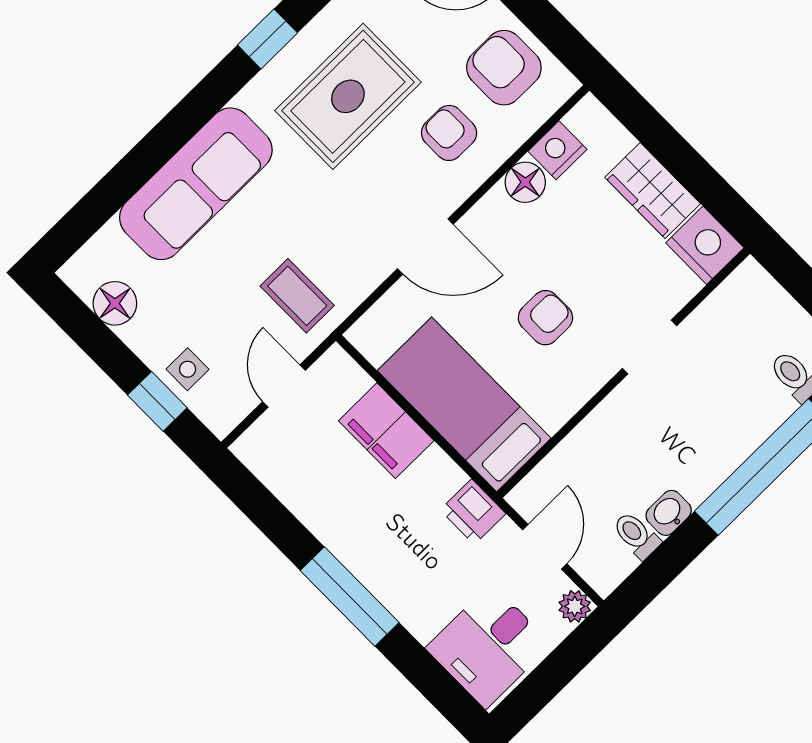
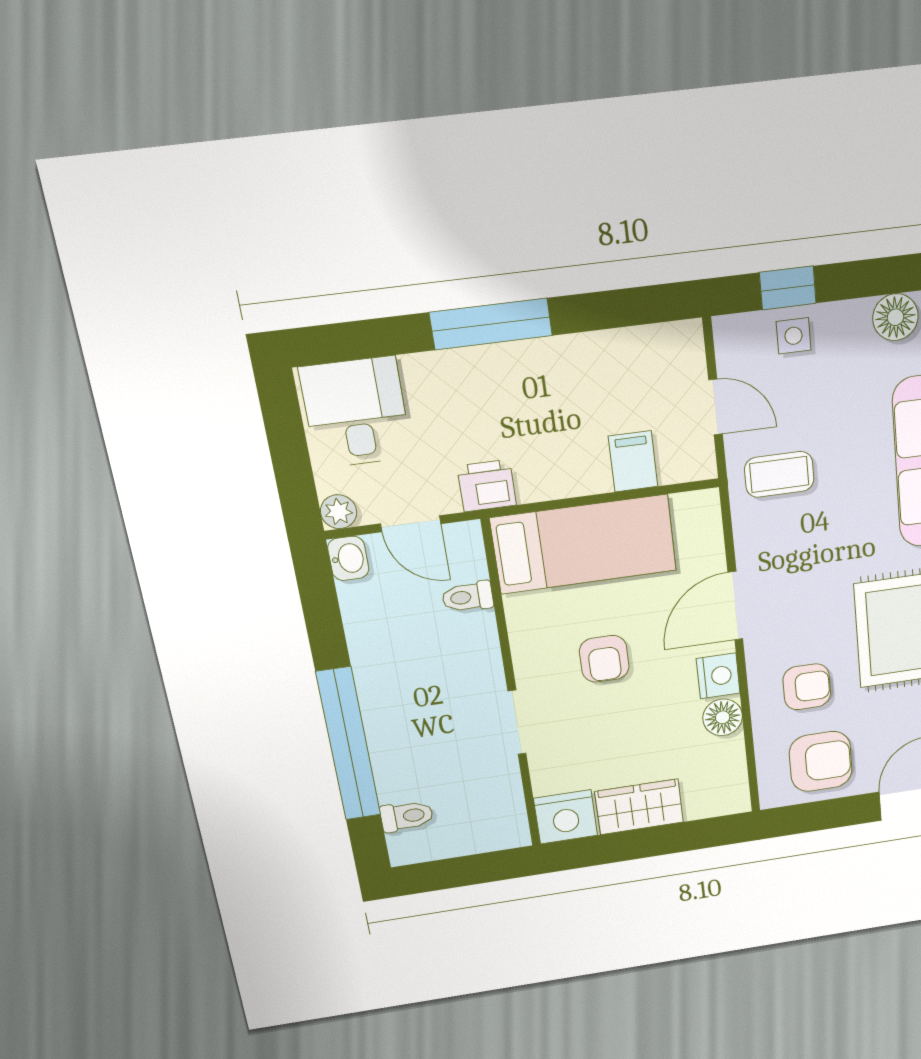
nightstand: (557, 150) -> (718, 676), moved
filing cabinet: (386, 431) -> (633, 461), width x0.50
washbasin: (669, 513) -> (348, 558), moved
toilet: (636, 535) -> (468, 597), moved, turned 180

